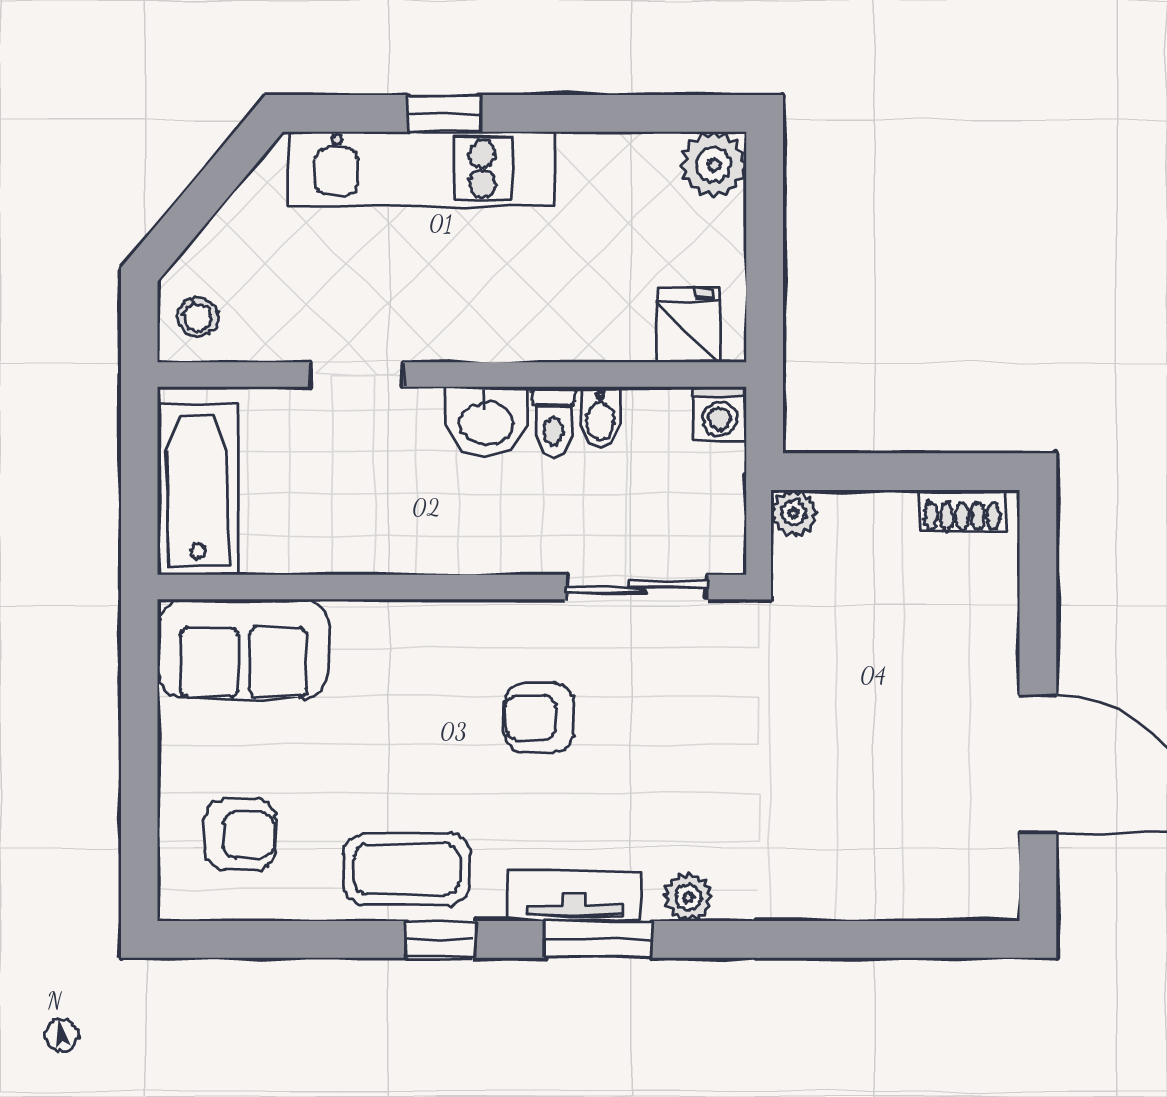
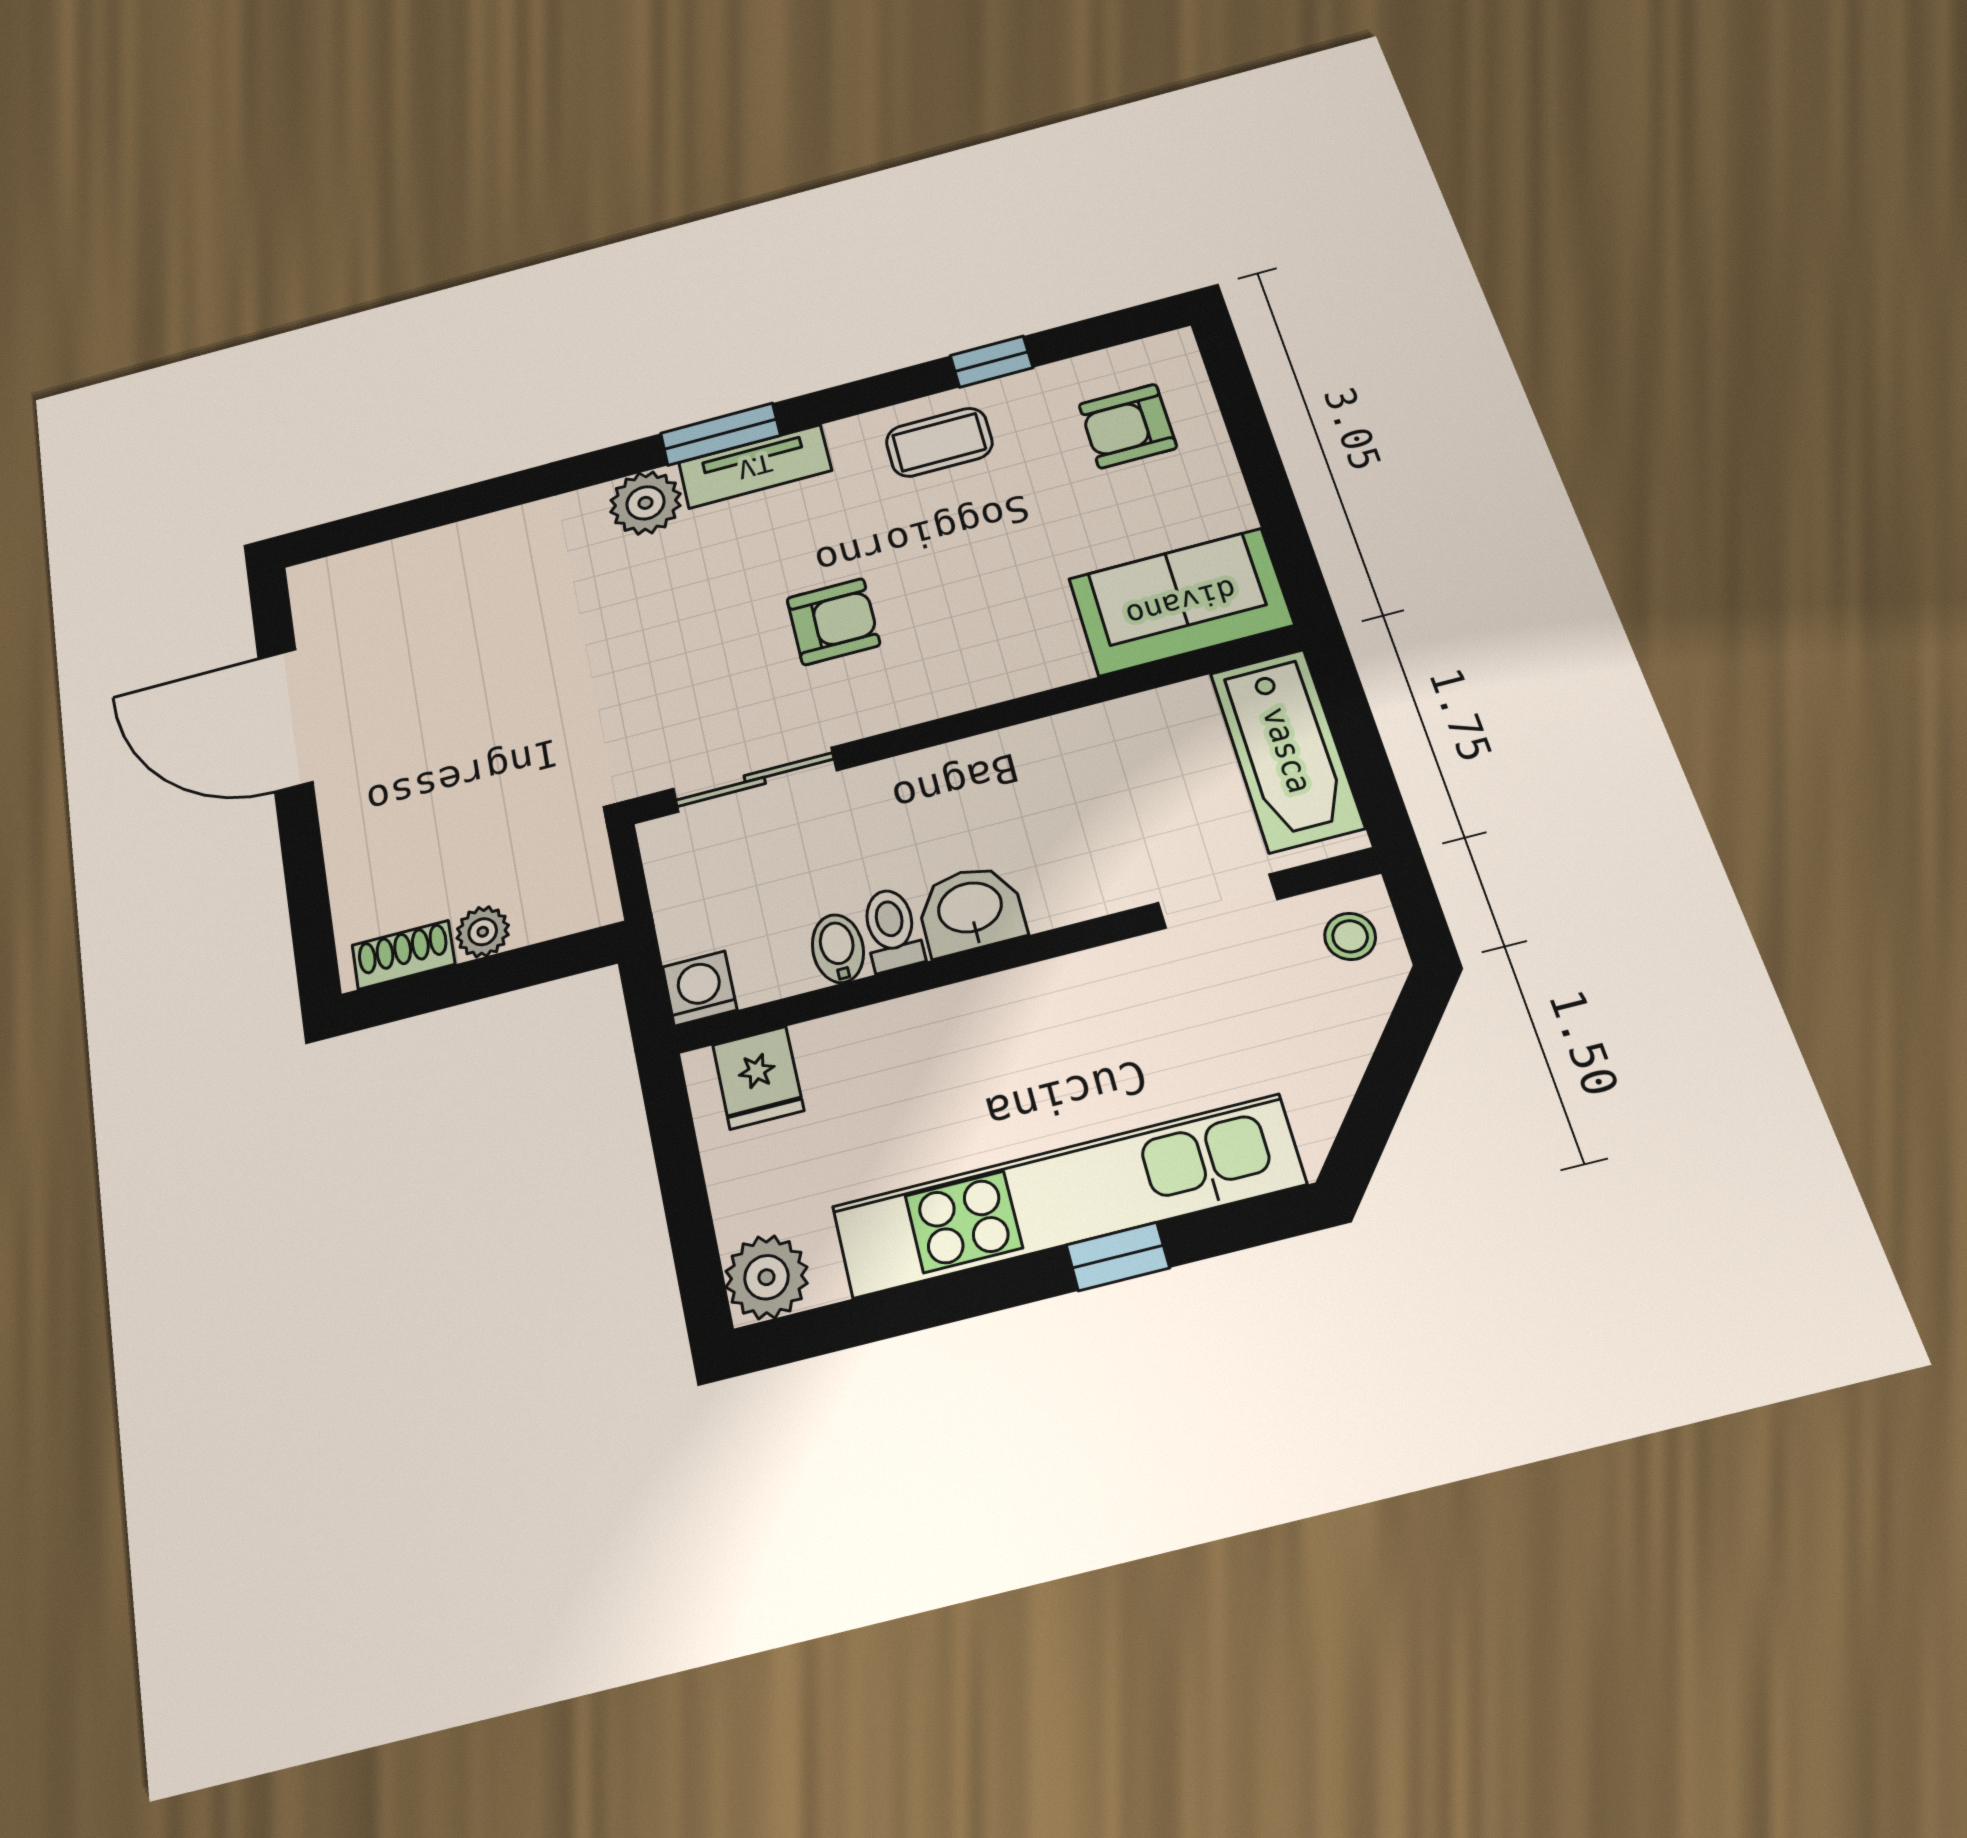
kitchen unit: (422, 169) -> (1067, 1196), width x1.36
doorway: (357, 375) -> (1218, 901), moved
plant: (794, 513) -> (483, 932), moved
coffee table: (406, 869) -> (939, 442), width x0.73, depth x0.77
plant: (688, 897) -> (646, 503), width x1.38, depth x1.38
window: (440, 939) -> (991, 362), moved

